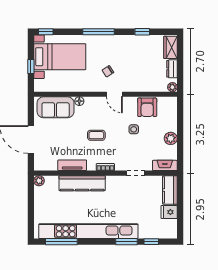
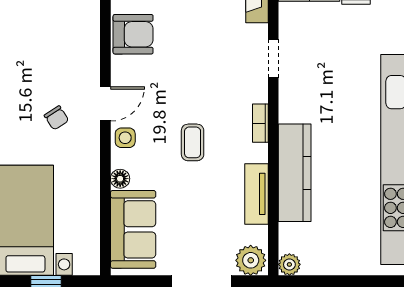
side table: (134, 129) -> (125, 138), moved
plant: (41, 163) -> (251, 260), added

